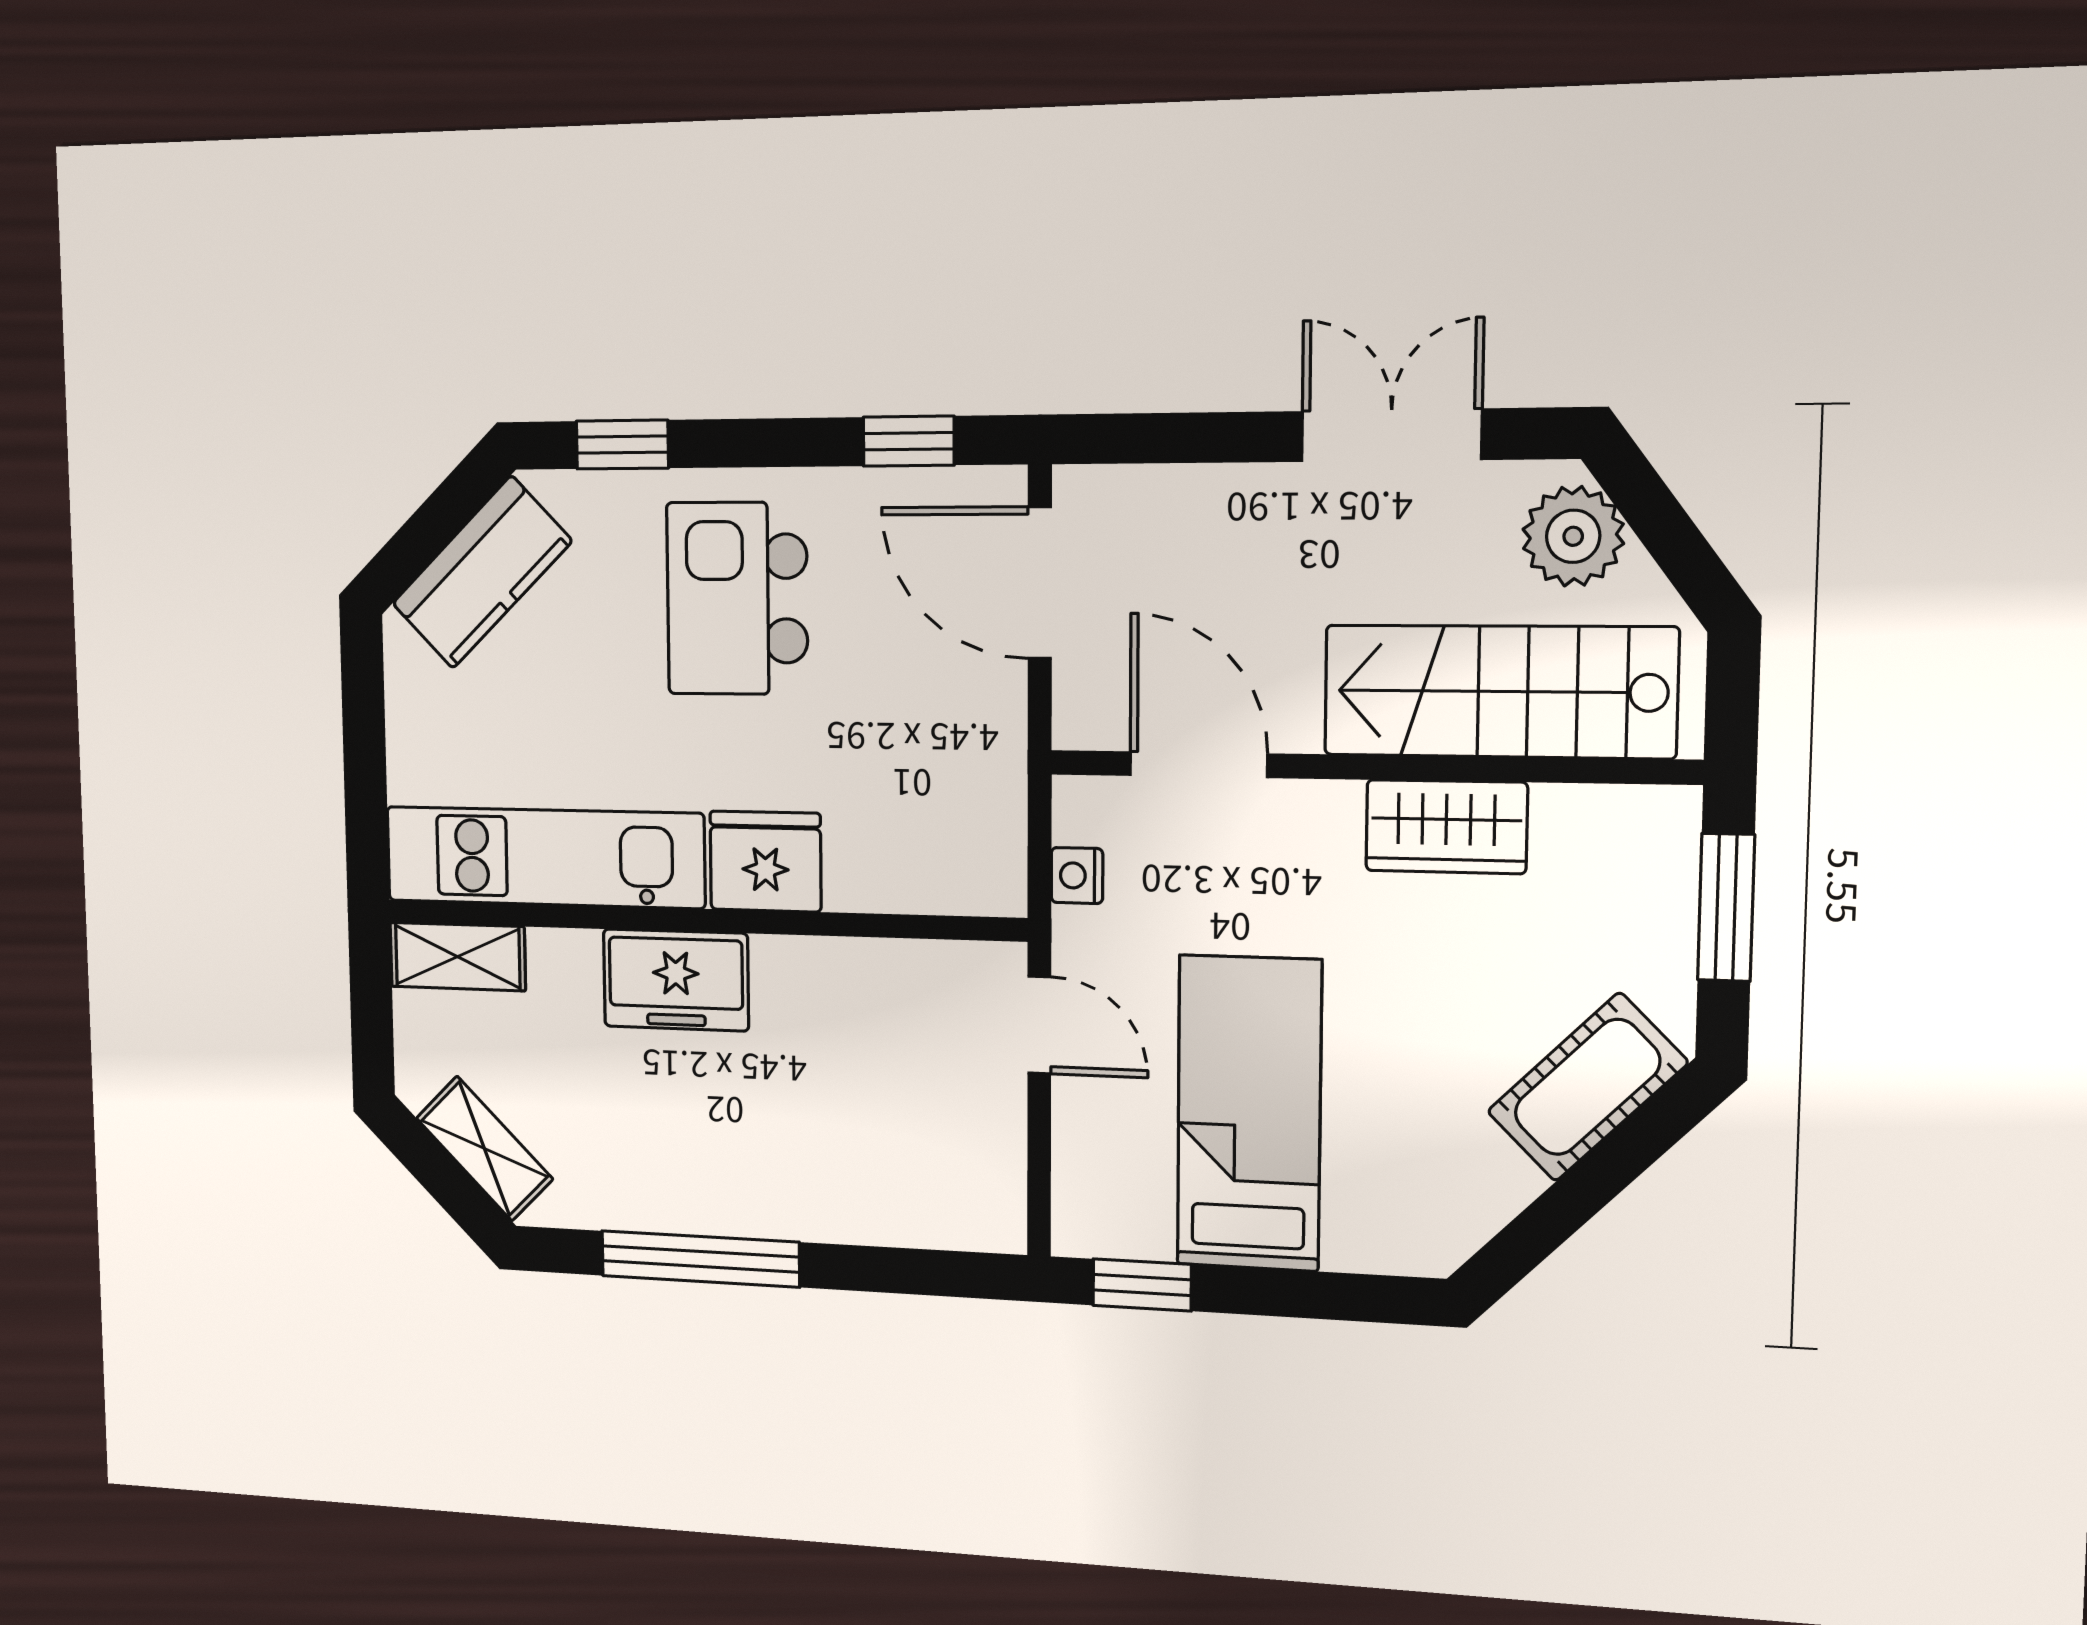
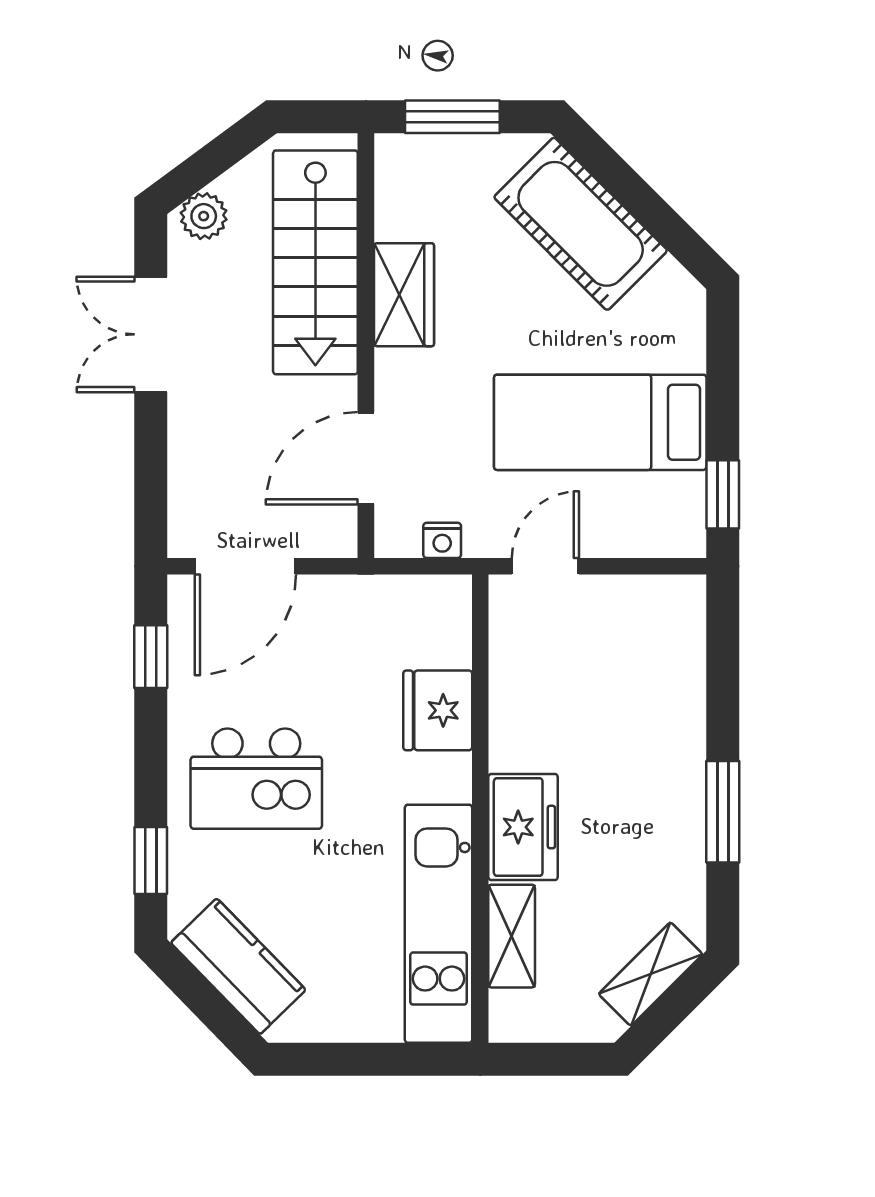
plant: (1573, 536) -> (204, 216), width x0.73, depth x0.73
fridge: (765, 861) -> (438, 710), moved
shelving: (458, 957) -> (512, 936), moved
cot: (1587, 1087) -> (581, 224), width x1.37, depth x1.34
window: (700, 1259) -> (723, 812), width x0.69

